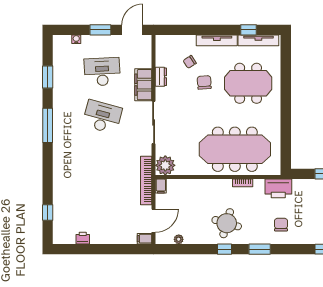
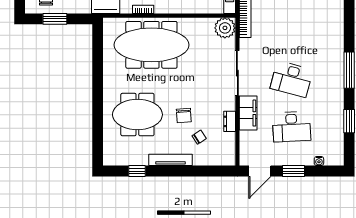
tv unit: (258, 40) -> (127, 160), removed

